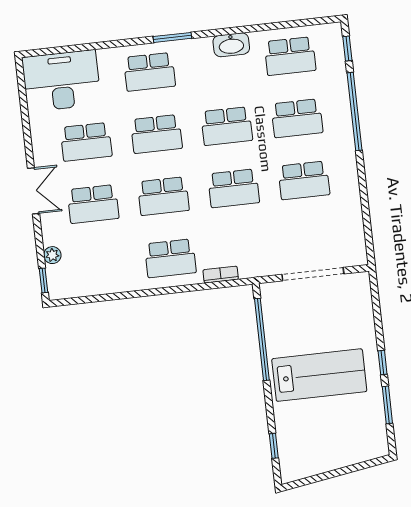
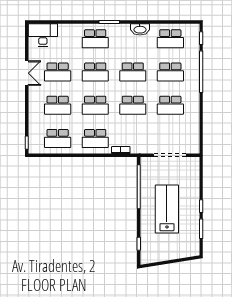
desk: (61, 81) -> (43, 35), width x0.73, depth x0.77
double door: (33, 191) -> (27, 73), moved
plant: (52, 255) -> (33, 130), removed
school desk: (100, 266) -> (58, 139), added
lab bench: (319, 375) -> (167, 209), turned -90

